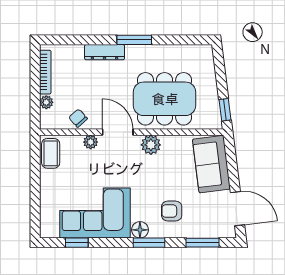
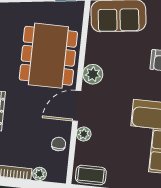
chair: (78, 118) -> (59, 144), turned 132

